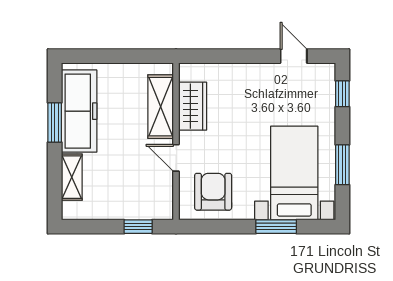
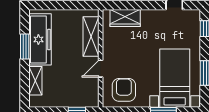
wardrobe: (193, 106) -> (125, 18), moved, turned 90
door: (176, 158) -> (101, 69), hinge flipped

